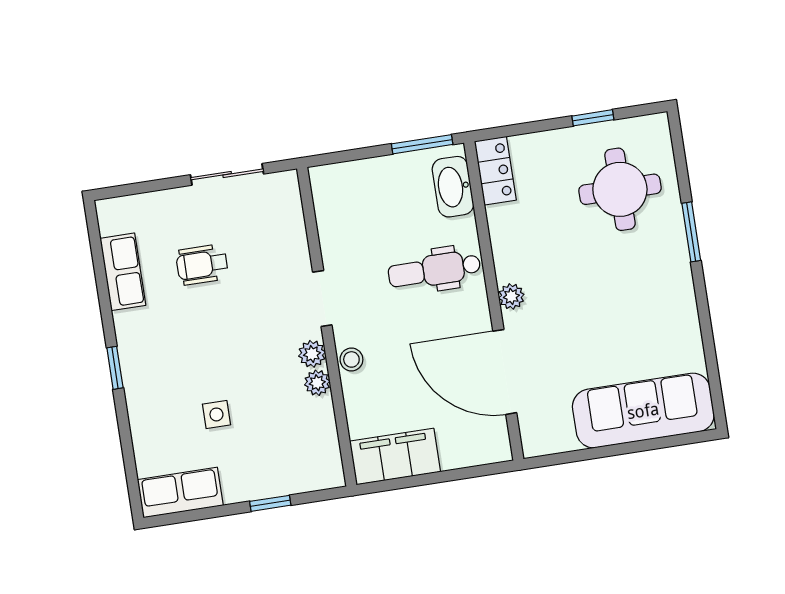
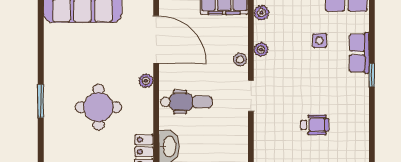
round table: (620, 189) -> (98, 107), moved
row of seats: (123, 272) -> (359, 53), moved
plant: (312, 354) -> (261, 13), moved

